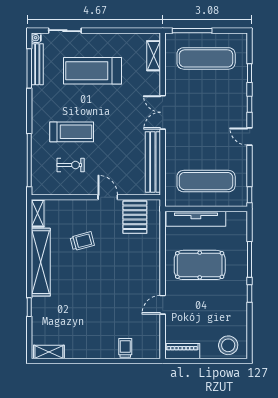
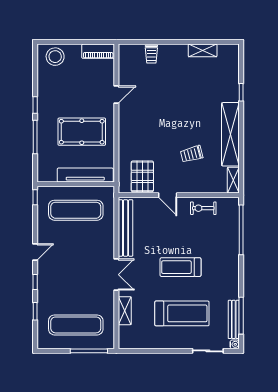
shelving: (154, 56) -> (125, 311), moved
treadmill: (72, 132) -> (180, 267), moved
door: (250, 136) -> (35, 252), hinge flipped
exercise bike: (71, 165) -> (203, 208), moved
shelving: (49, 352) -> (203, 50), moved

